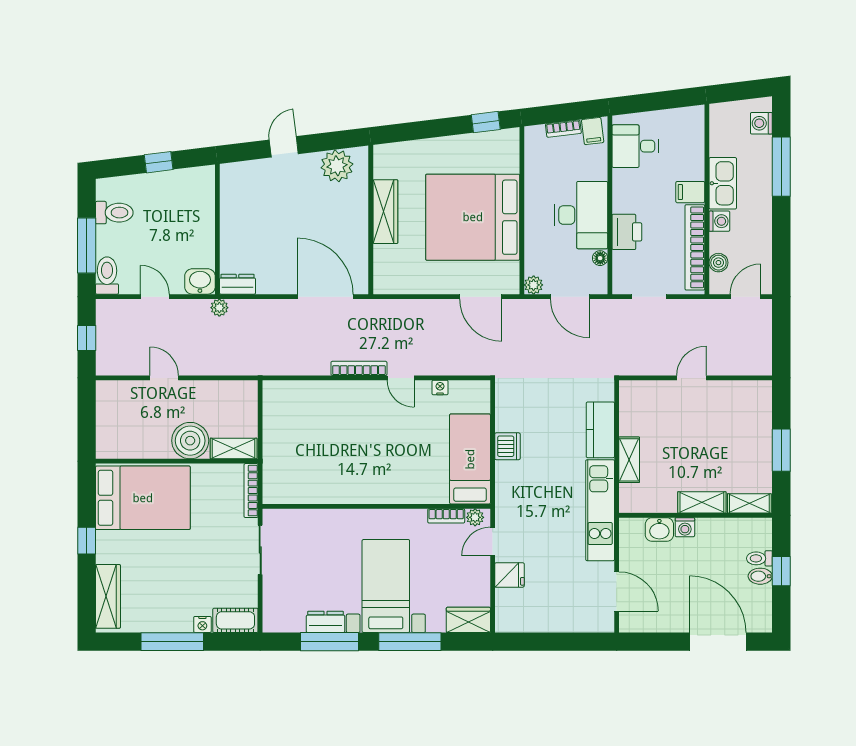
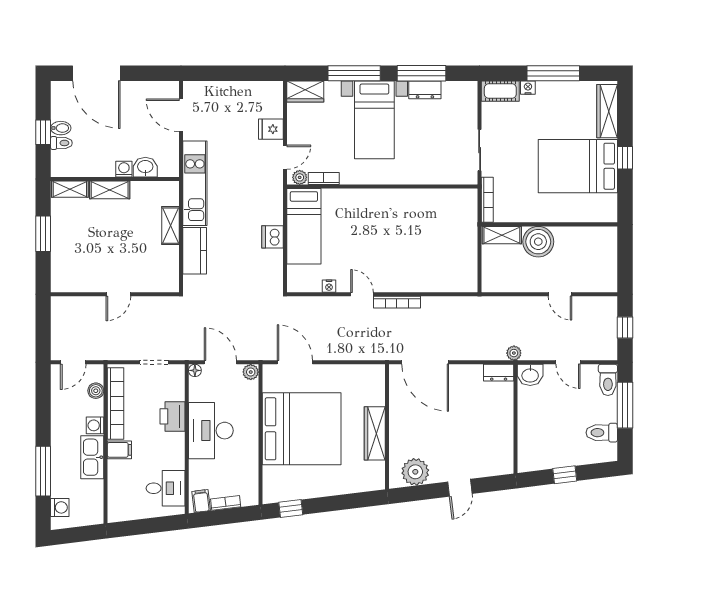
floor lamp: (600, 258) -> (195, 370), moved
bed: (143, 498) -> (578, 166), moved

